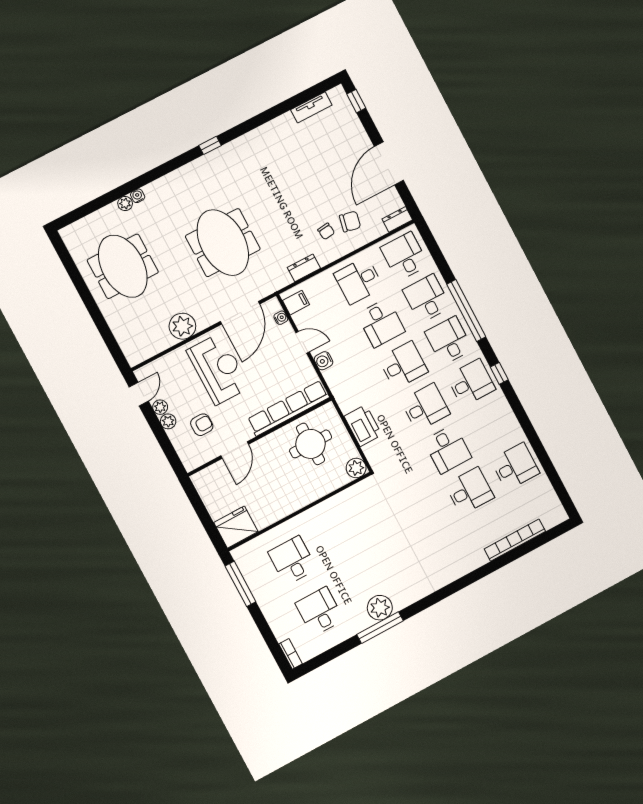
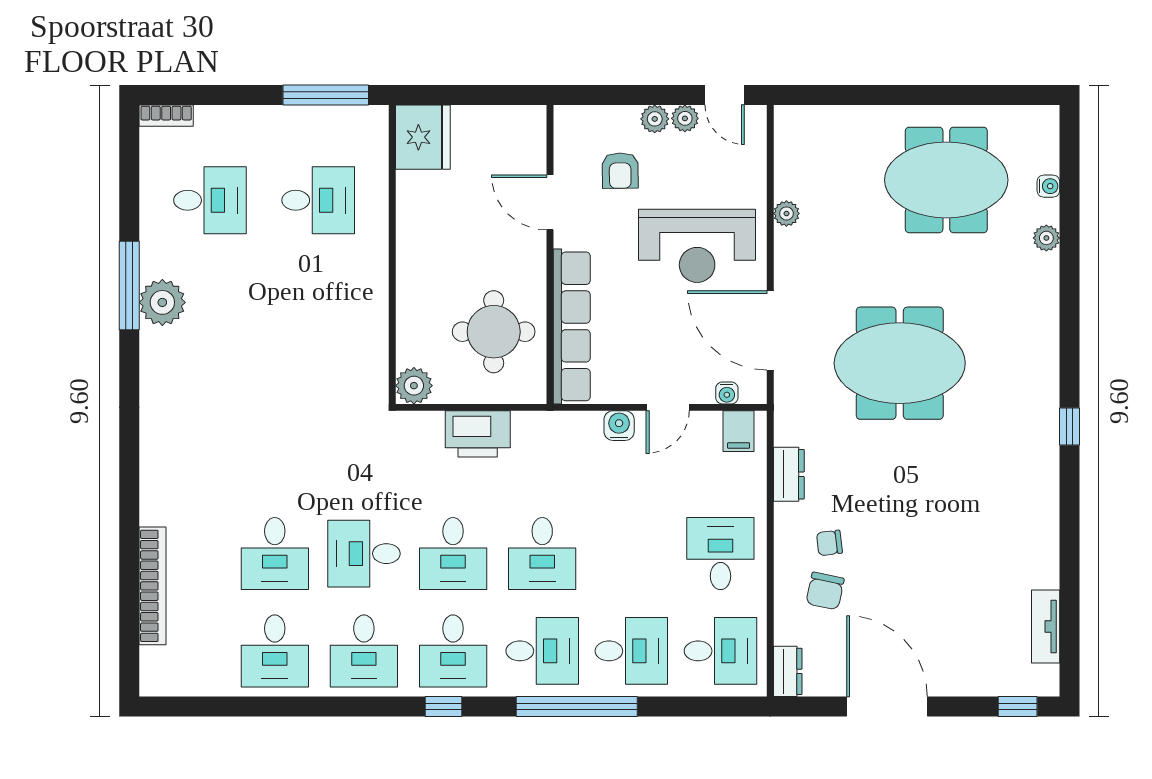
water cooler: (138, 196) -> (1048, 186), moved
desk: (381, 323) -> (364, 651), moved, turned -90
plant: (182, 326) -> (786, 213), width x0.53, depth x0.53

